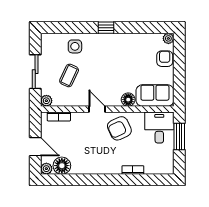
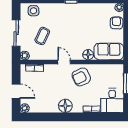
side table: (75, 46) -> (33, 11), moved
desk: (159, 127) -> (112, 100), moved, turned 180
floor lamp: (62, 166) -> (65, 106), moved

